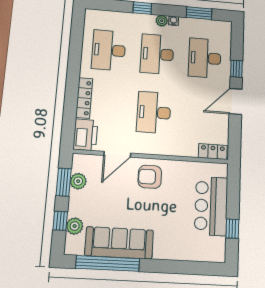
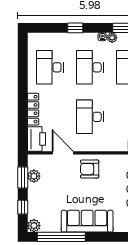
plant: (162, 21) -> (112, 38), moved
door: (117, 154) -> (63, 153), swing flipped
plant: (75, 226) -> (34, 226), moved
sofa: (119, 243) -> (87, 221), moved

